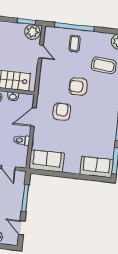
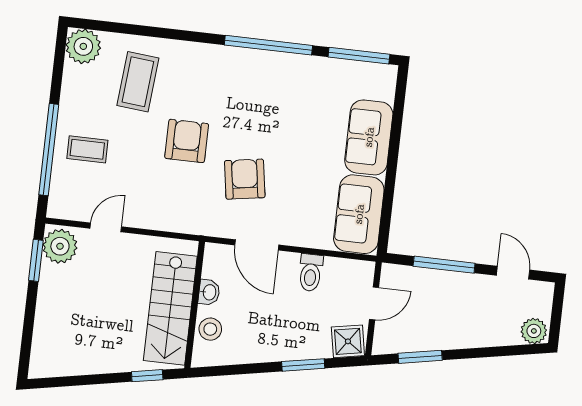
armchair: (78, 86) -> (187, 141), turned 180
armchair: (62, 112) -> (245, 179), turned 81
sofa: (97, 167) -> (369, 137), moved
door: (22, 228) -> (513, 273), swing flipped

